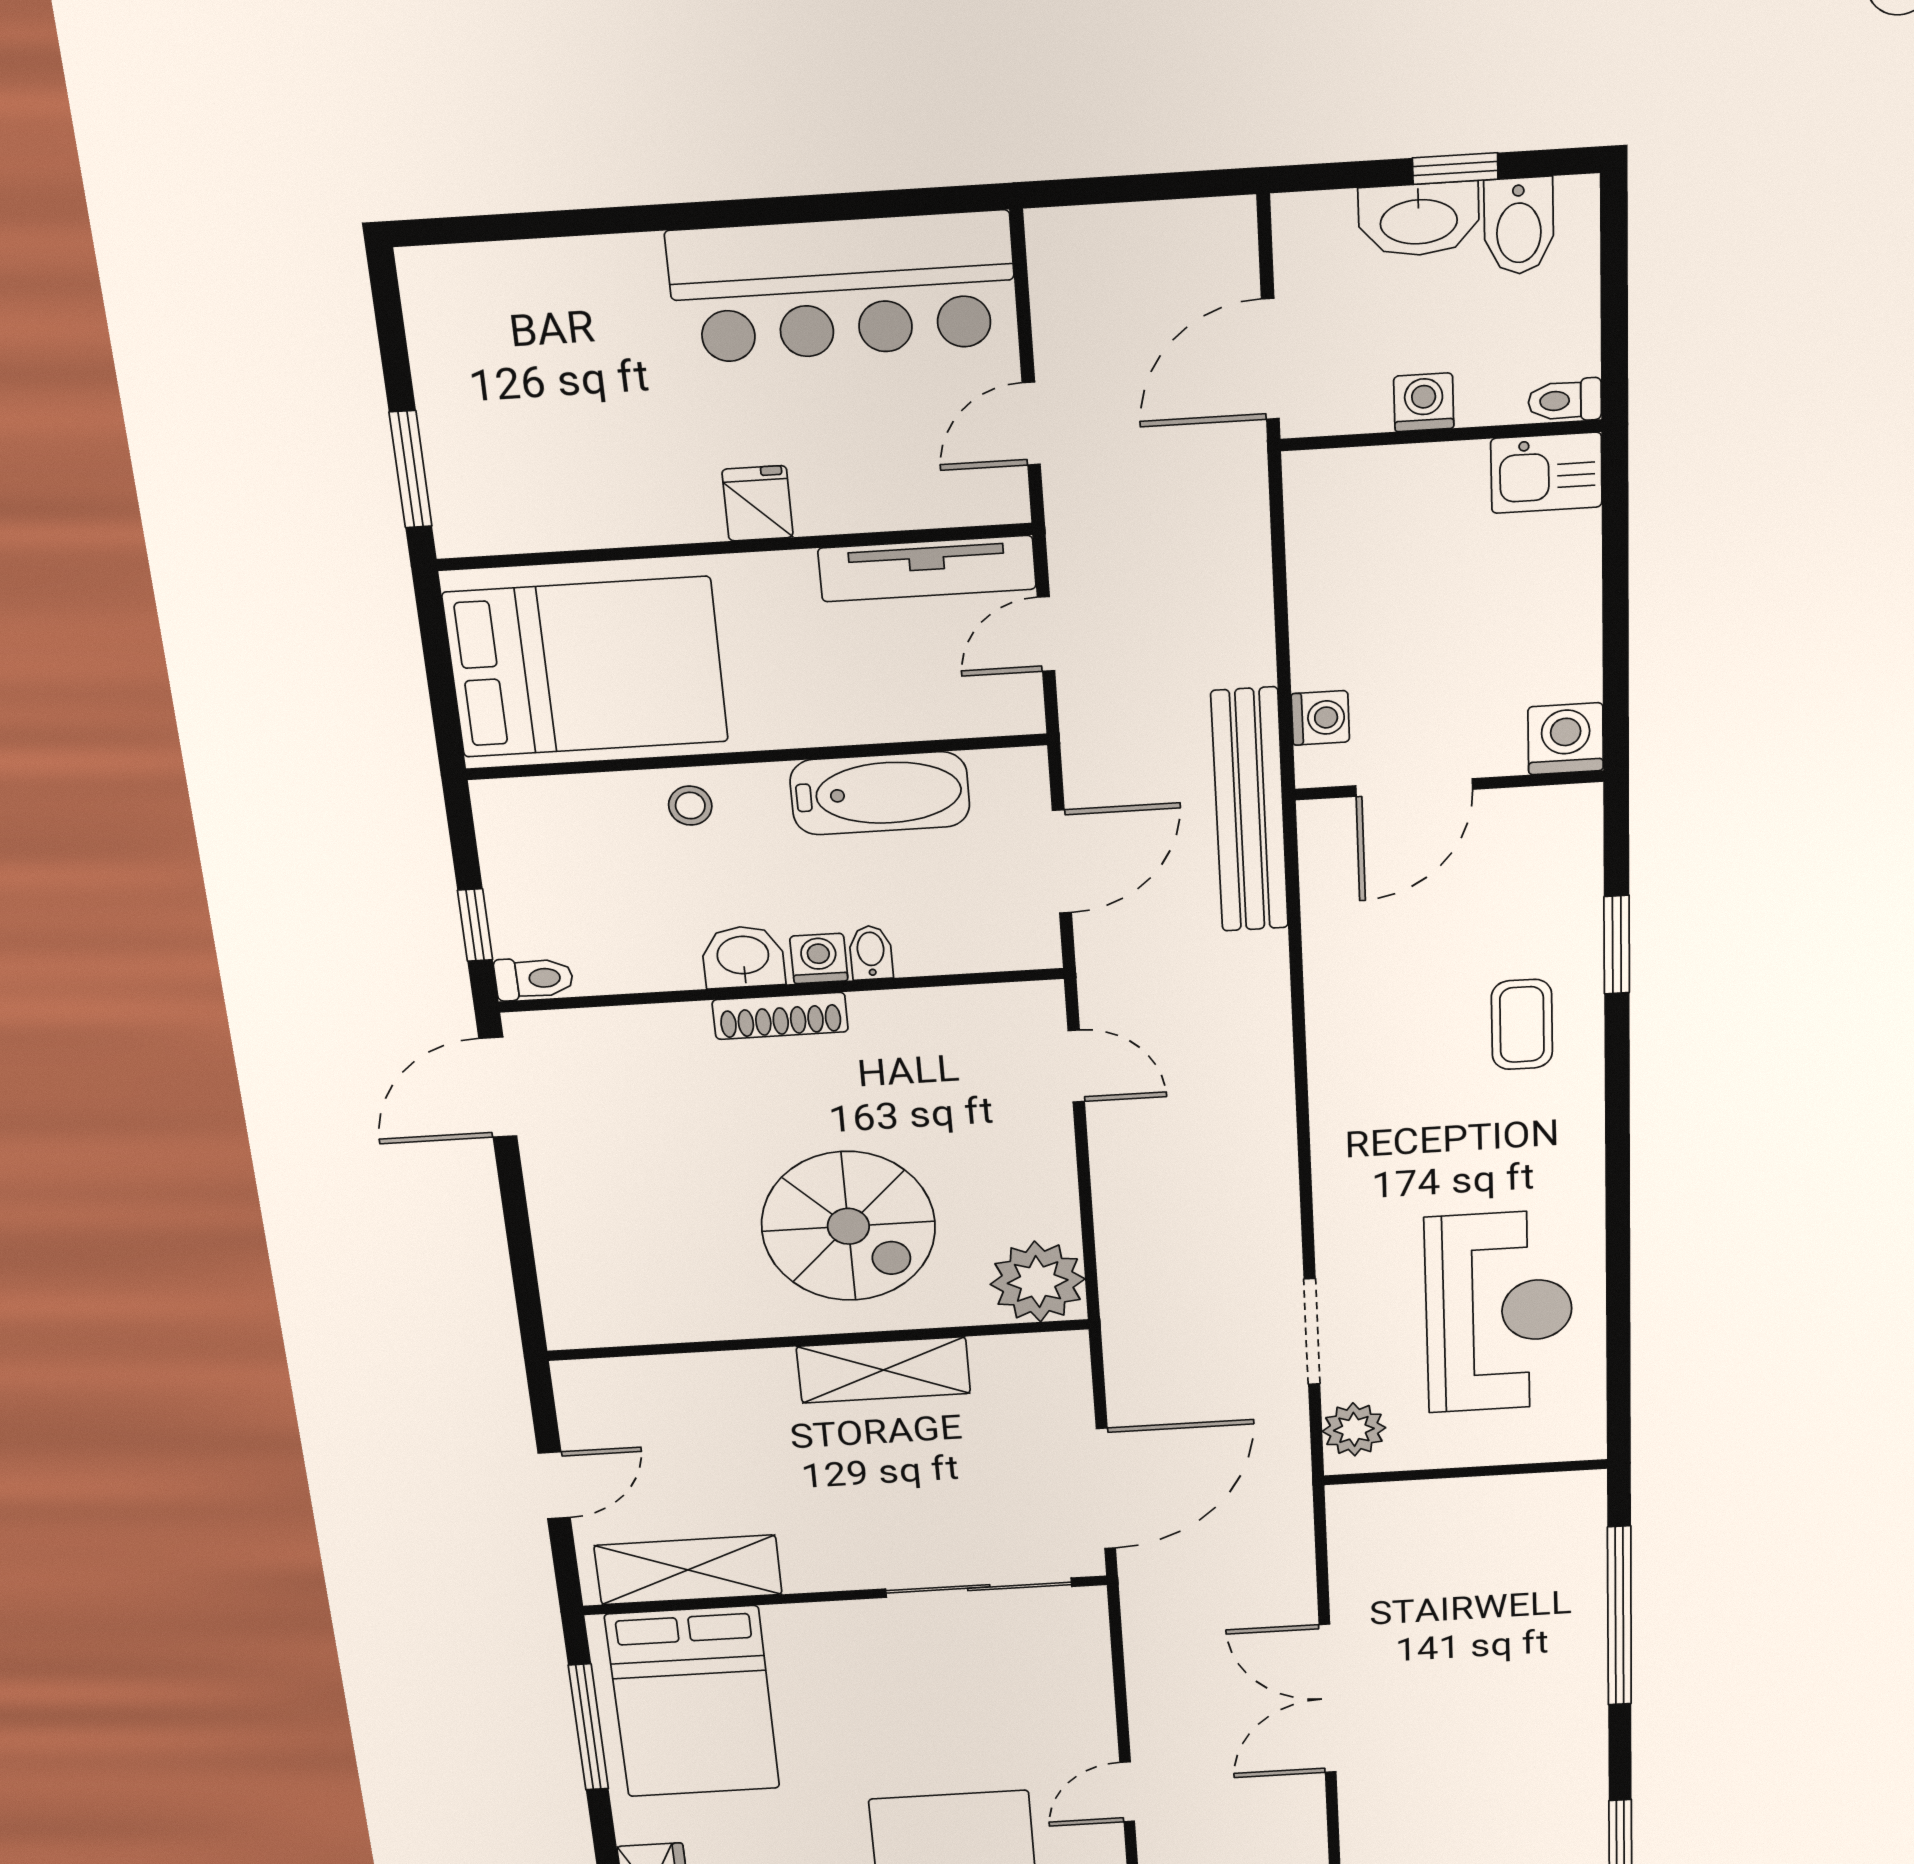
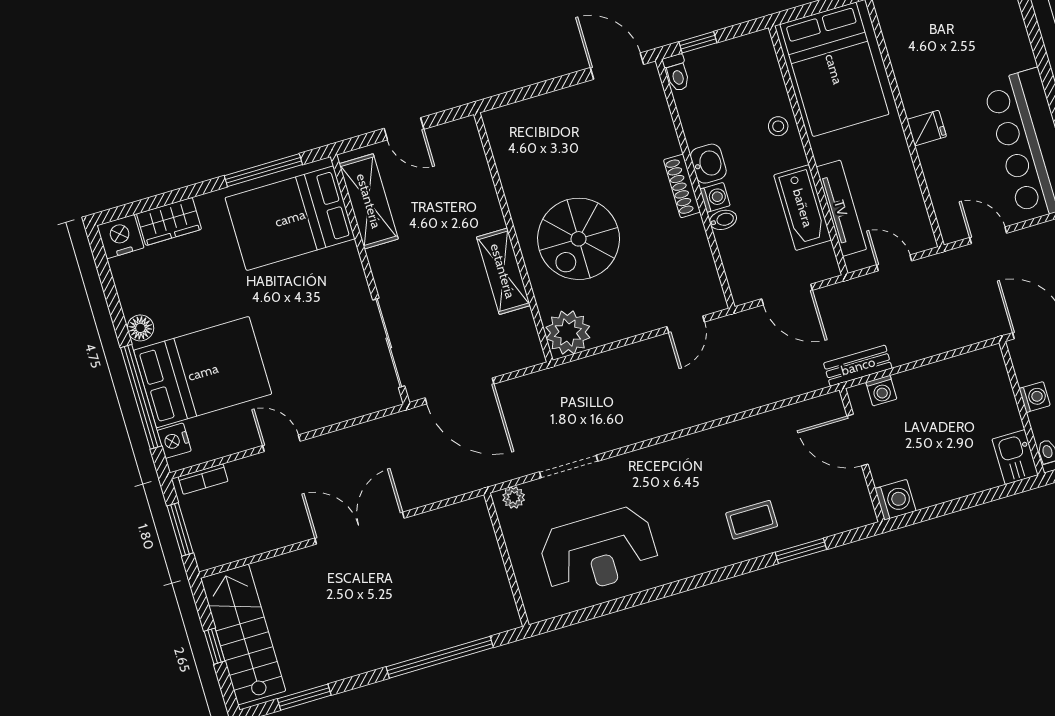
tv unit: (927, 569) -> (841, 208), moved, turned 180
bench: (1250, 810) -> (858, 366), width x0.54, depth x0.82
plant: (1354, 1429) -> (514, 497), width x0.73, depth x0.73

